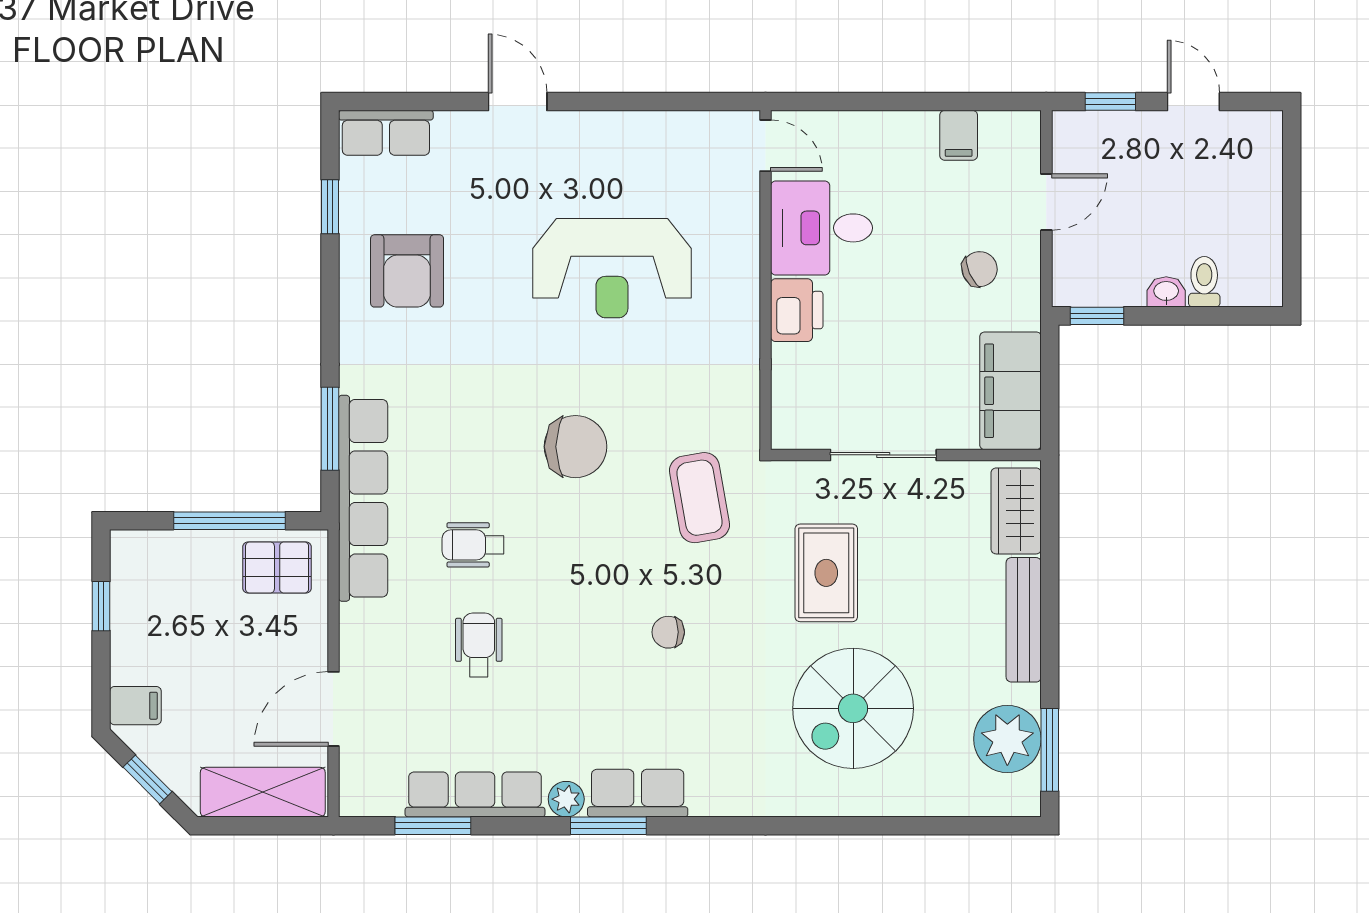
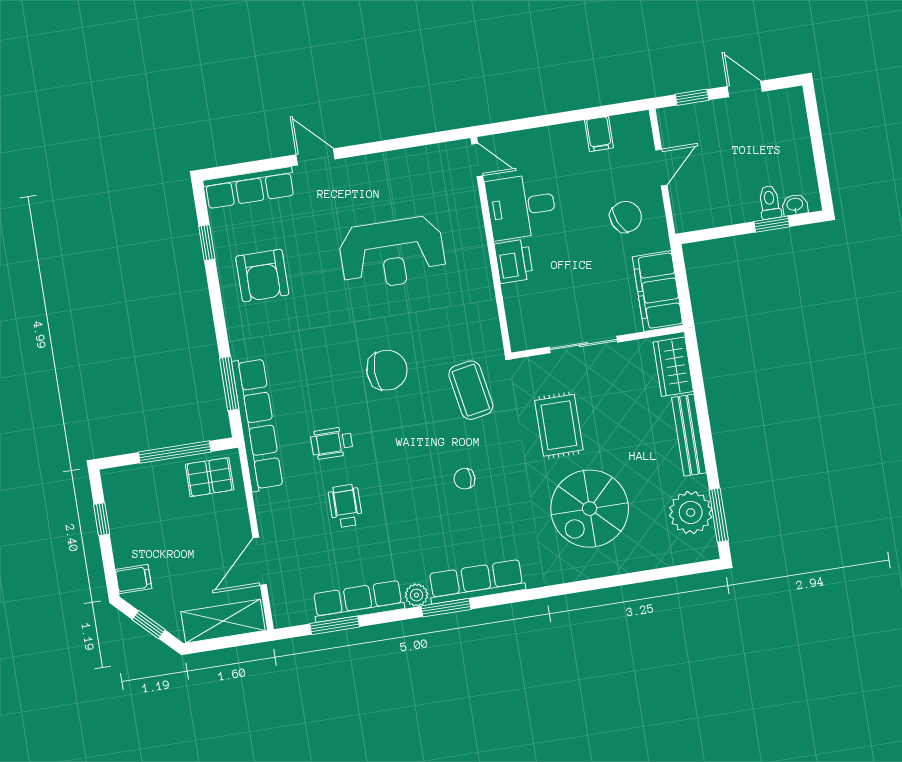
row of seats: (386, 133) -> (249, 188), width x1.48
chair: (980, 269) -> (626, 217), width x1.37, depth x1.37
washbasin: (1166, 292) -> (795, 205), moved
window: (1097, 316) -> (772, 224), moved
row of seats: (638, 793) -> (476, 582), width x1.48

